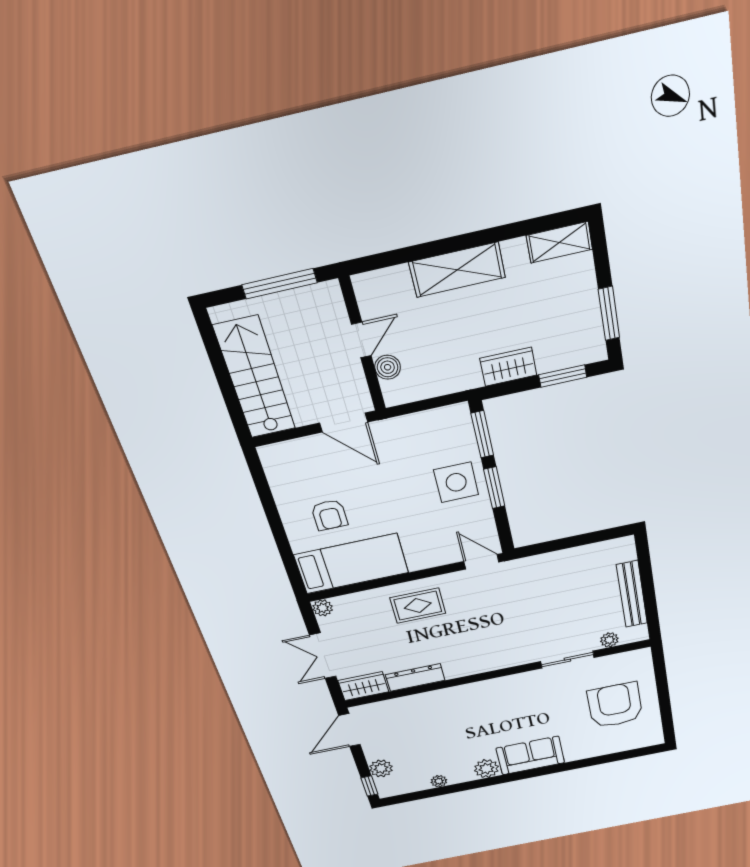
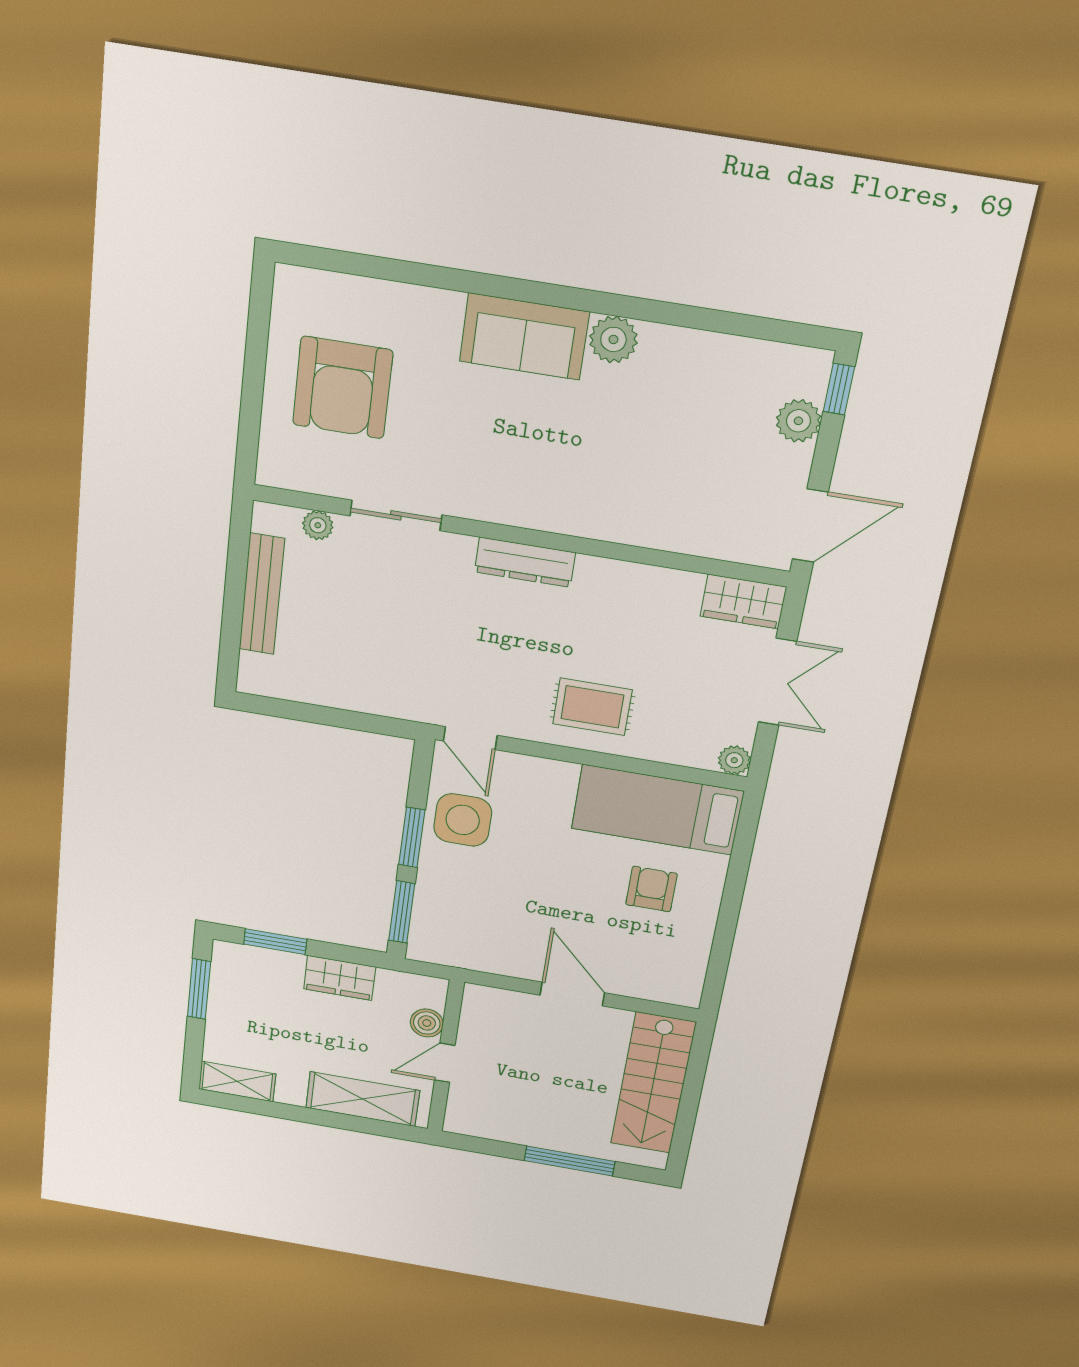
door: (361, 340) -> (445, 1063), moved
wall: (363, 345) -> (446, 1057), moved
boiler: (388, 367) -> (427, 1023), moved
side table: (456, 482) -> (463, 820), moved
dresser: (415, 678) -> (525, 562), moved
plant: (439, 781) -> (710, 347), removed

